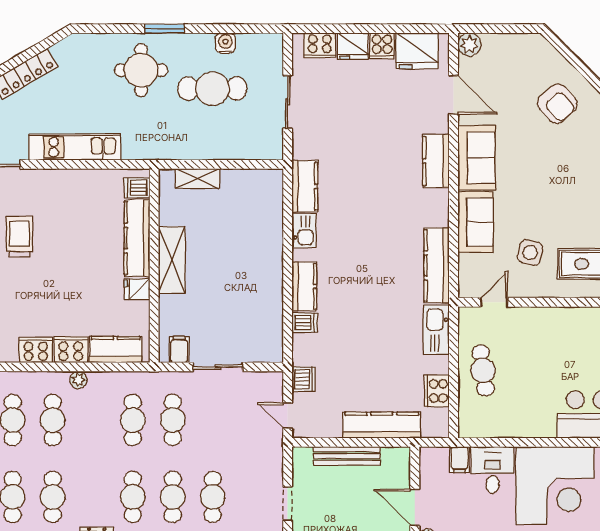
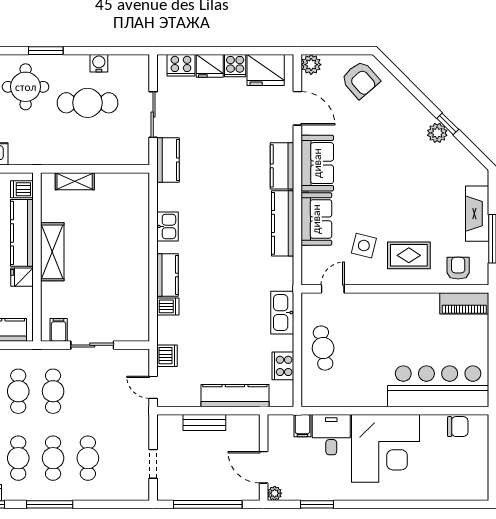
armchair: (557, 104) -> (361, 80), moved
kitchen counter: (305, 186) -> (168, 160), moved
kitchen counter: (437, 265) -> (283, 223), moved
bench: (347, 456) -> (204, 423), width x0.73

